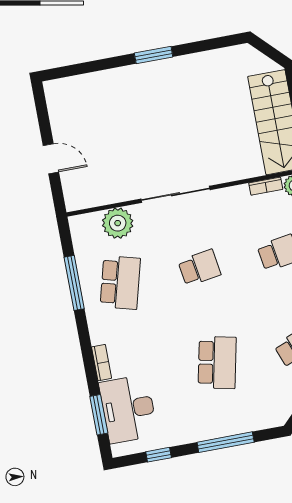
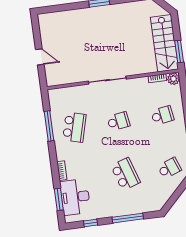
plant: (118, 223) -> (75, 94), removed
school desk: (217, 363) -> (125, 174), turned -30

